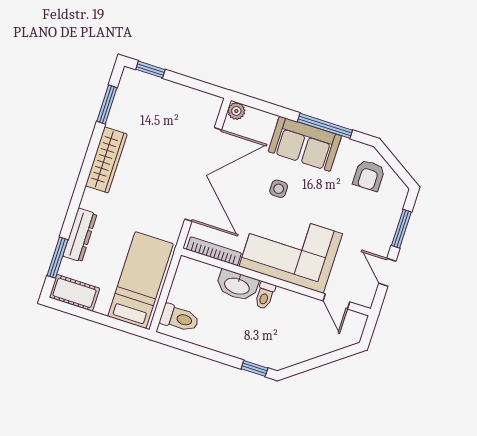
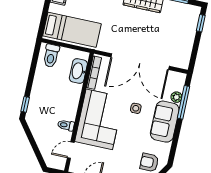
plant: (236, 111) -> (176, 97), moved
window: (325, 126) -> (183, 102), moved
washbasin: (237, 285) -> (78, 71), moved
toilet: (265, 295) -> (66, 125), moved

